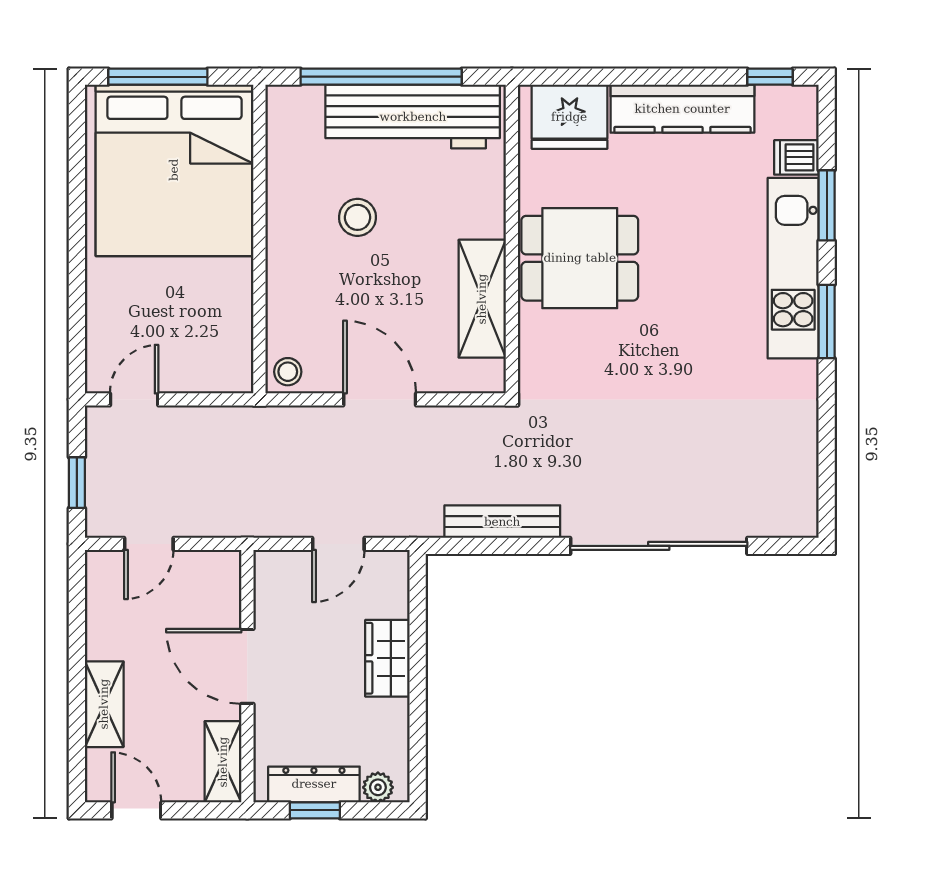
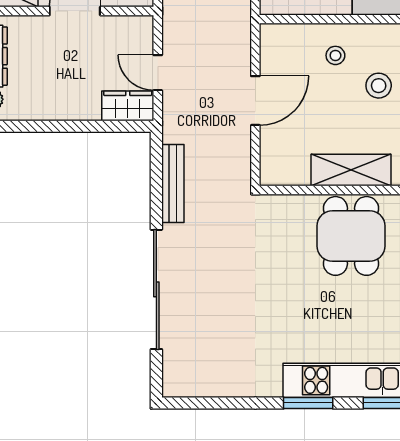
shelving: (482, 299) -> (351, 170), moved
stool: (288, 372) -> (335, 55), moved
wardrobe: (387, 658) -> (128, 106), moved

